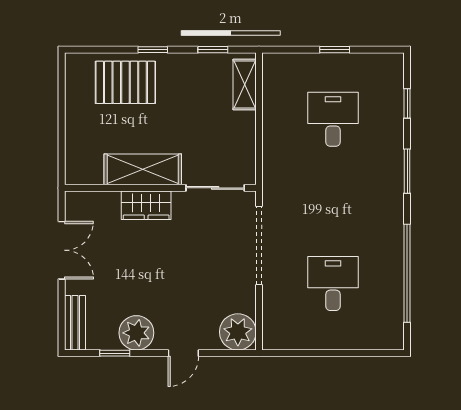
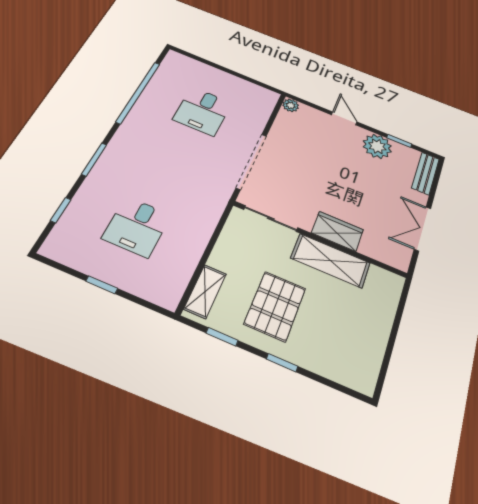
pallet: (125, 82) -> (275, 306), moved, turned 90
plant: (238, 332) -> (291, 105), width x0.53, depth x0.53
door: (183, 353) -> (344, 118), hinge flipped

